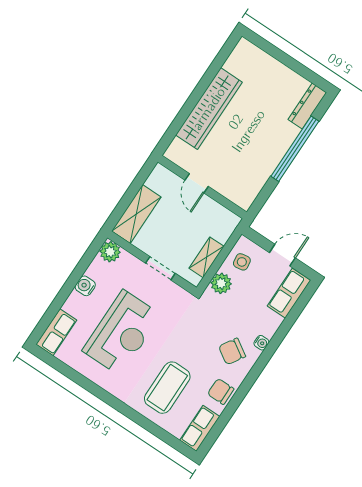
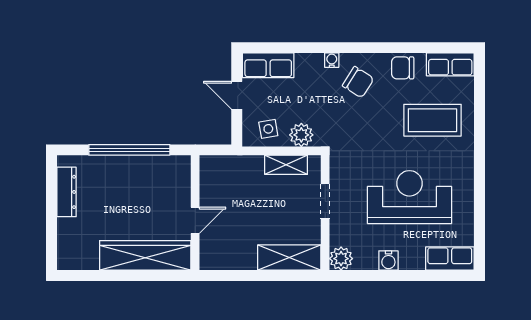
dresser: (307, 106) -> (67, 192), moved, turned -90
door: (197, 183) -> (195, 220), moved
wall: (202, 187) -> (195, 213), moved
chair: (221, 391) -> (403, 68), turned 90

